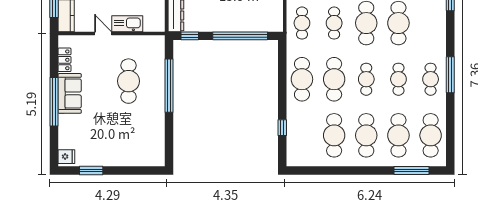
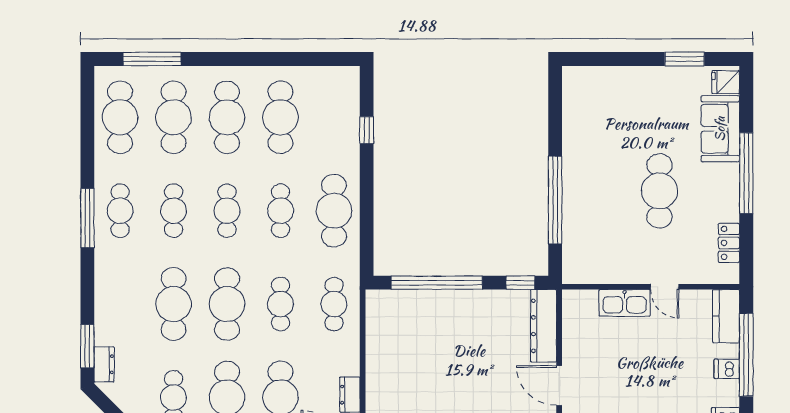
cafe table: (334, 79) -> (281, 211), width x0.73, depth x0.74
cafe table: (129, 81) -> (659, 191), moved
sofa: (70, 93) -> (720, 129), moved

